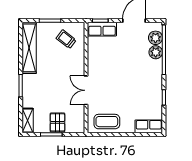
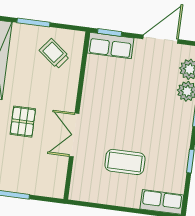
pallet: (57, 122) -> (23, 122), moved
coffee table: (107, 122) -> (125, 162), moved

